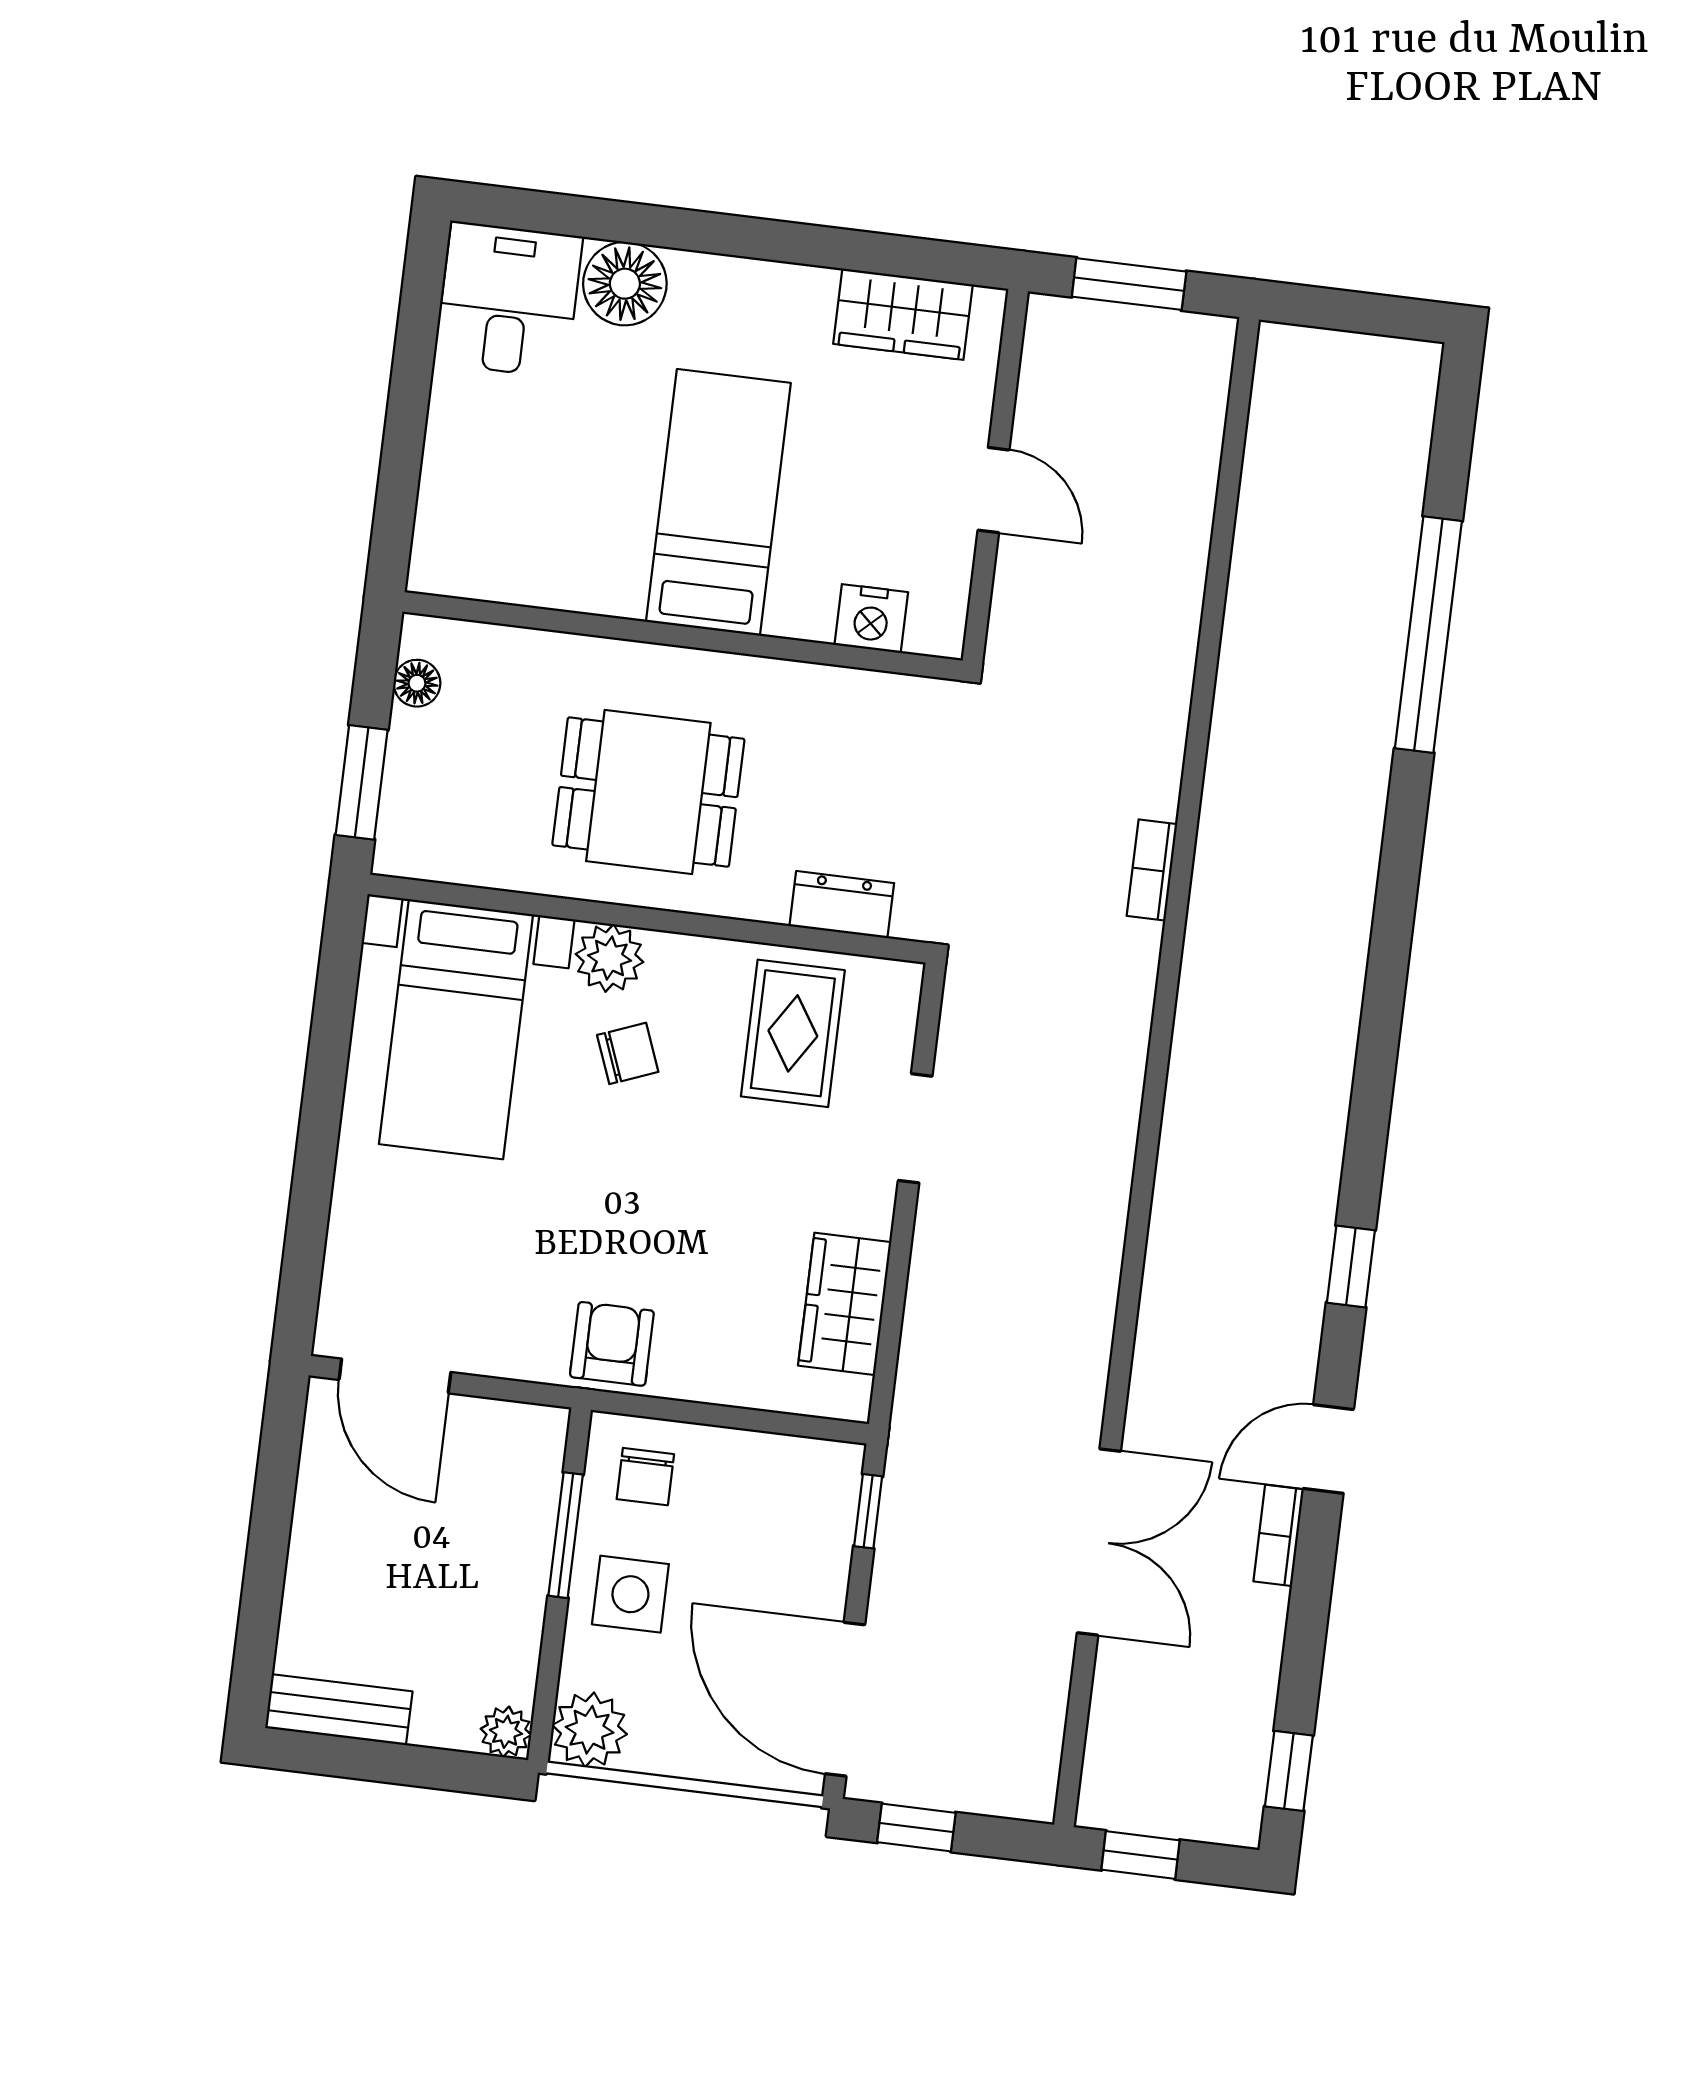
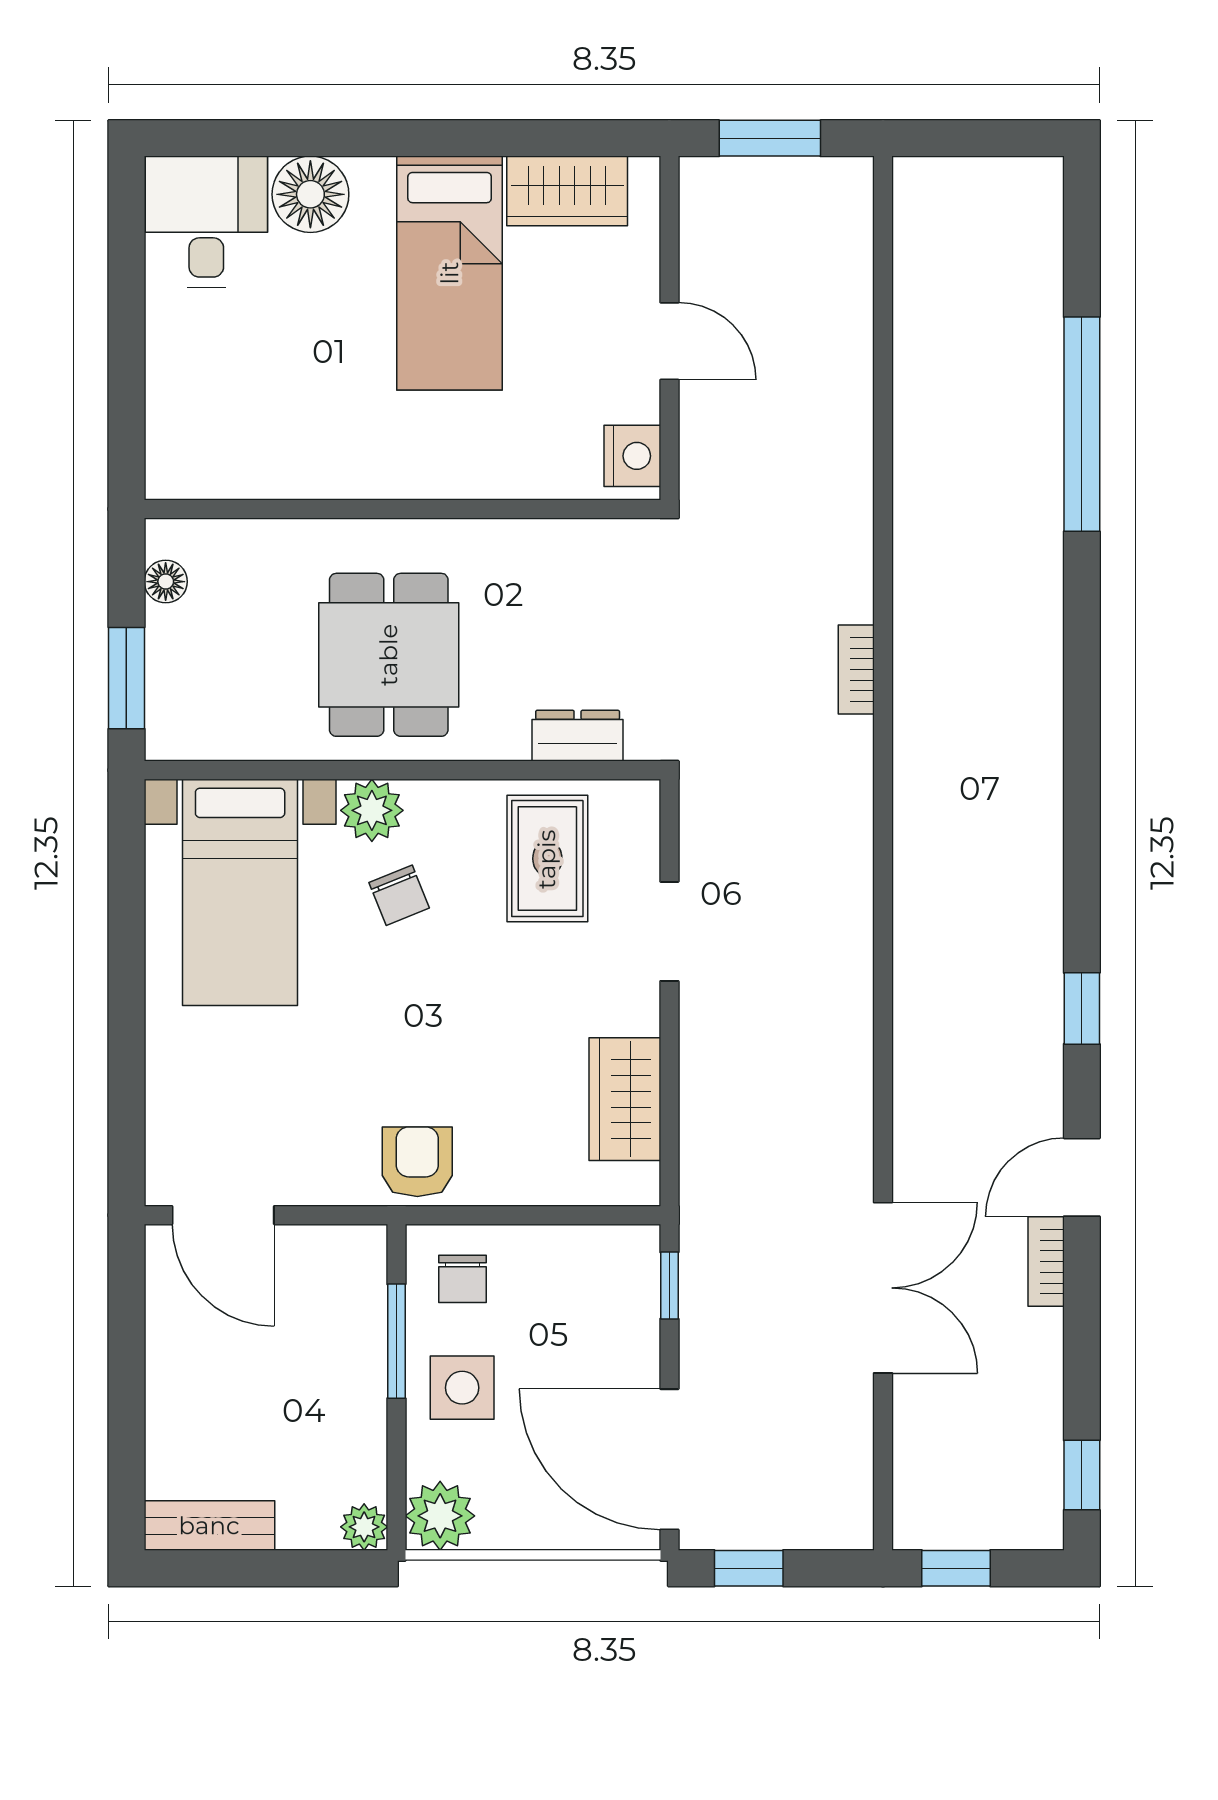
bed: (718, 502) -> (450, 273), moved, turned 180
nightstand: (871, 619) -> (632, 456), moved, turned -90
dining table: (648, 792) -> (389, 655), turned 90
chair: (628, 1053) -> (399, 895), turned 89

